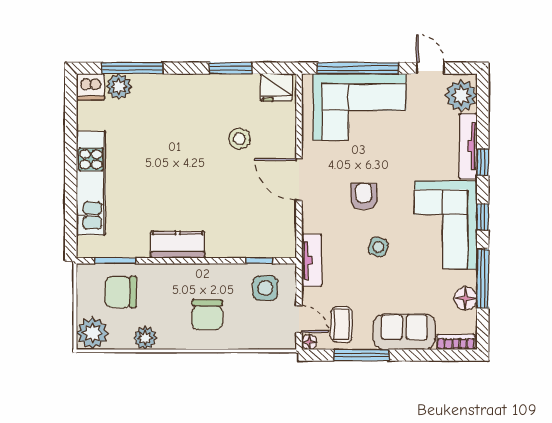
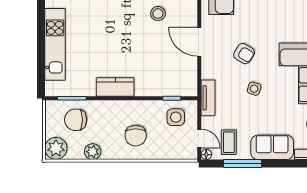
armchair: (364, 196) -> (244, 54), turned 121

